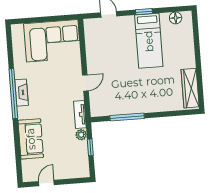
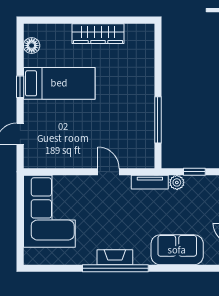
wardrobe: (190, 88) -> (98, 34), moved

